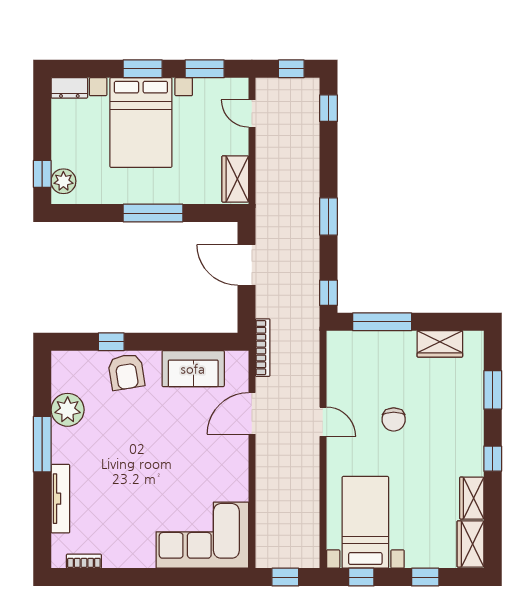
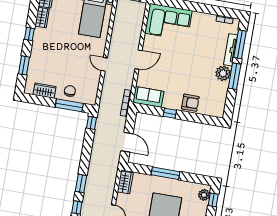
window: (328, 216) -> (81, 183), moved
window: (111, 342) -> (170, 113), moved
sofa: (193, 369) -> (148, 97), moved
armchair: (126, 372) -> (190, 103), turned 99
plant: (68, 410) -> (223, 73), moved
door: (252, 413) -> (139, 60), moved
chair: (394, 419) -> (70, 91), moved
window: (42, 514) -> (240, 44), added

